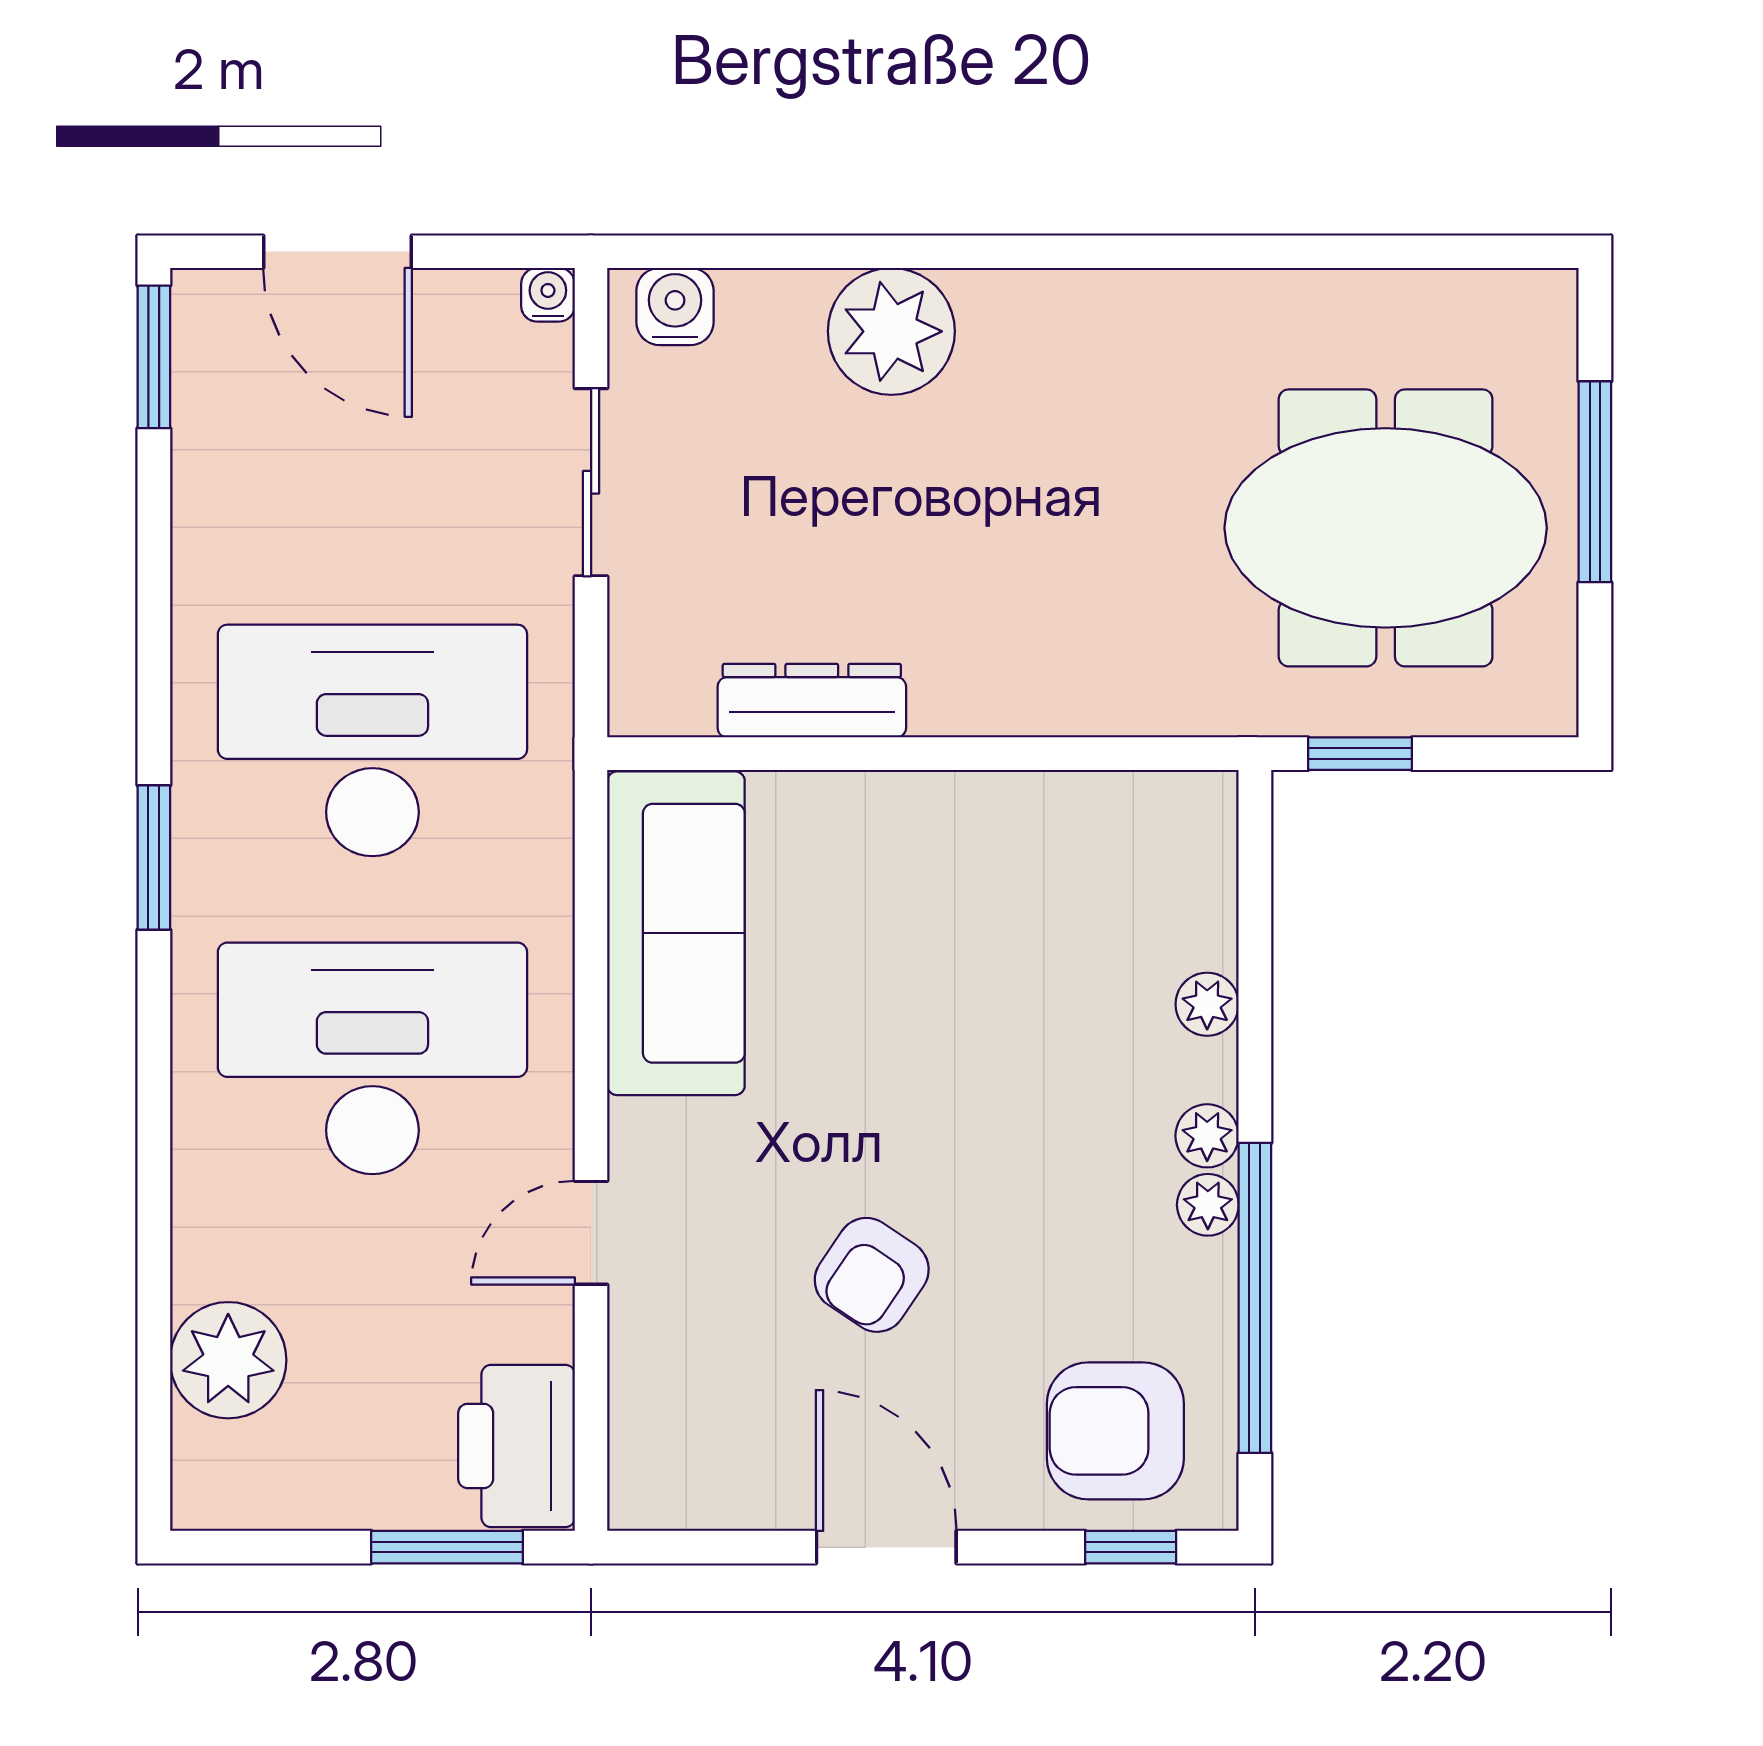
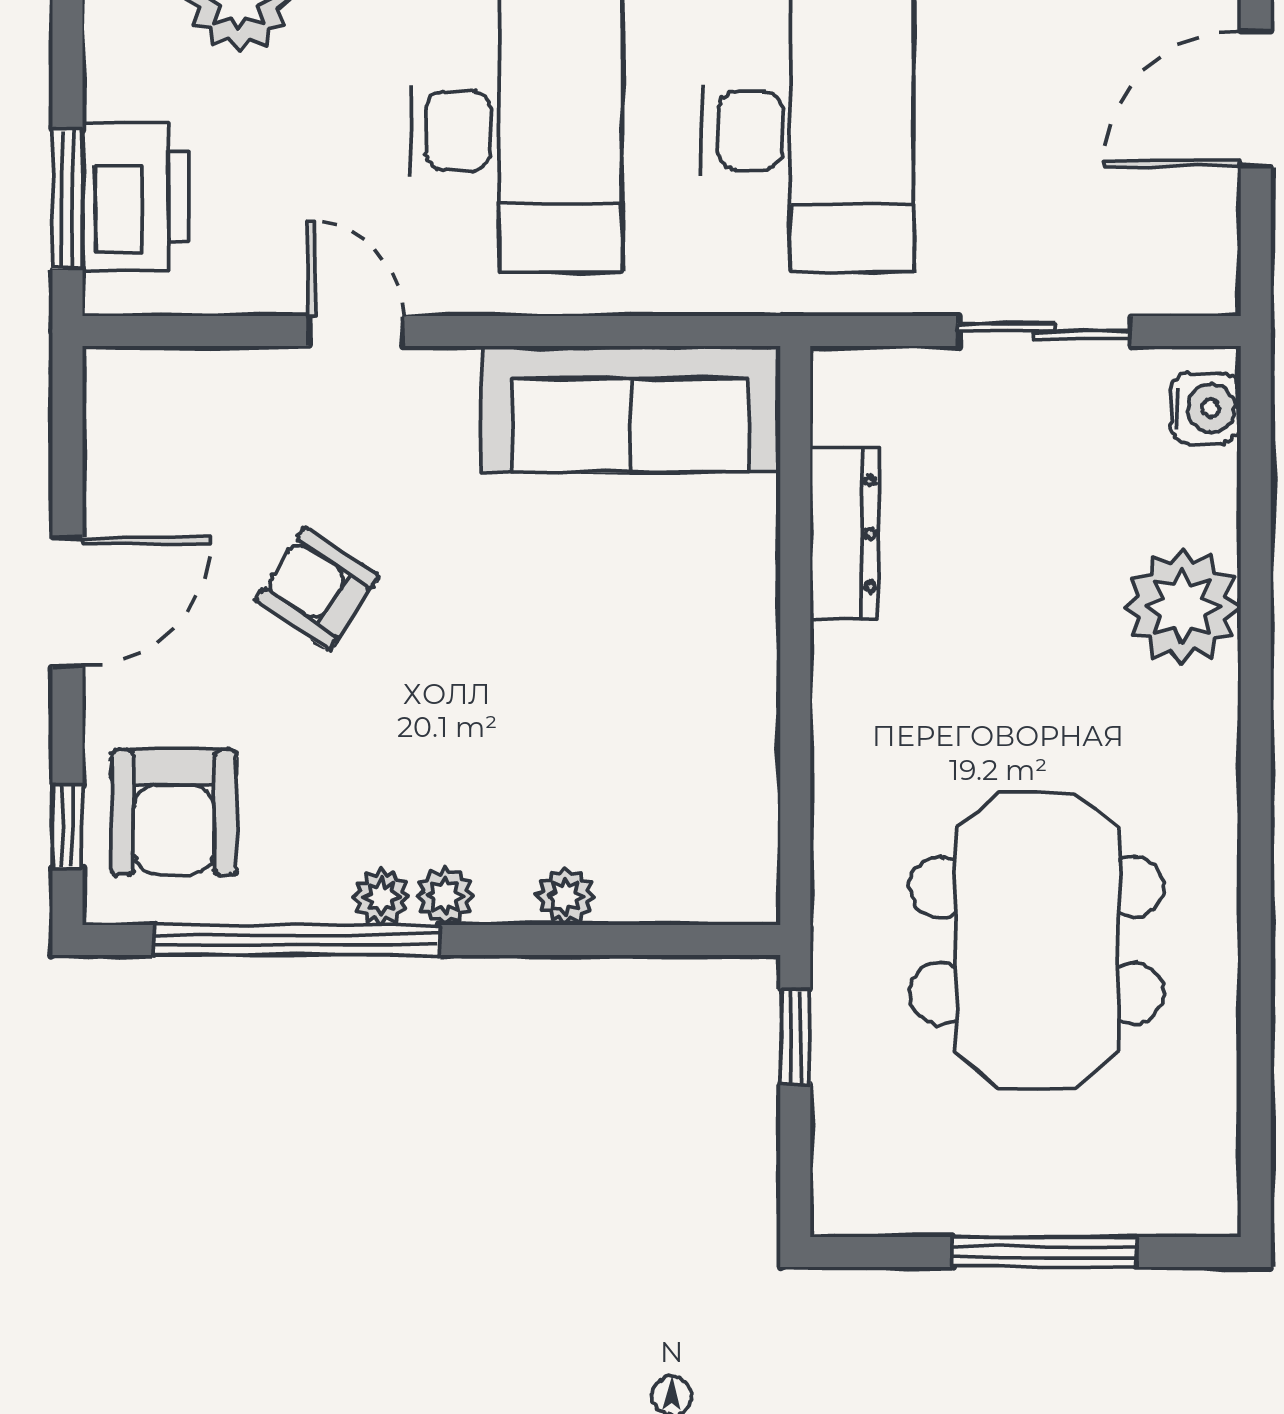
water cooler: (548, 295) -> (1216, 292), removed
meeting table: (1386, 528) -> (1037, 940), moved
armchair: (1115, 1431) -> (174, 812), turned 180
printer: (516, 1446) -> (136, 196), moved, turned 90

